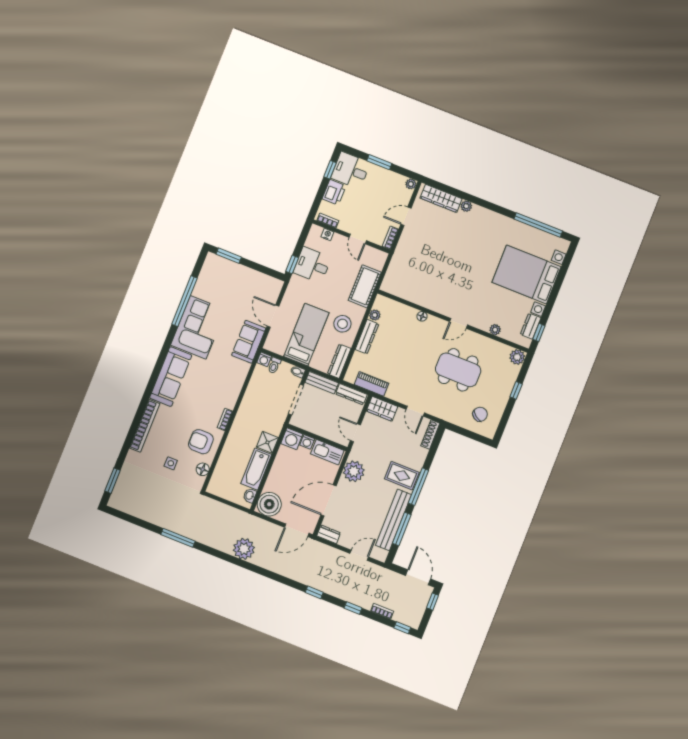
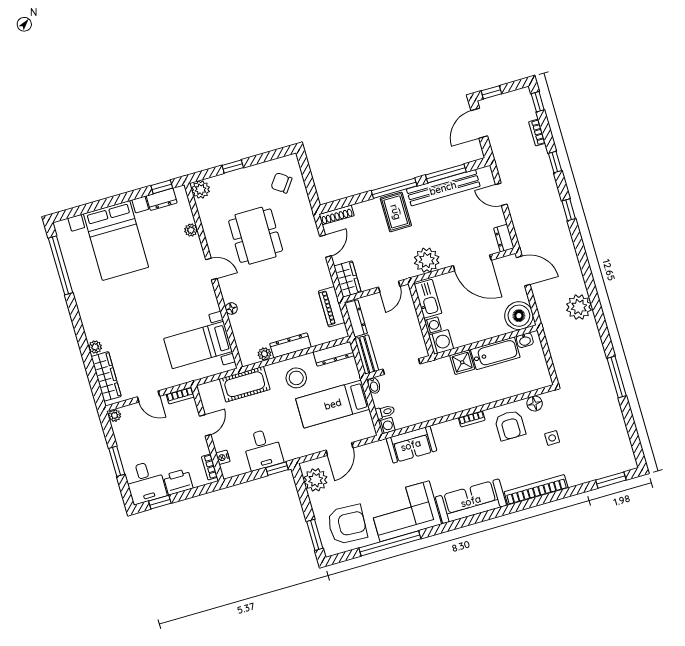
bed with nightstands: (415, 275) -> (198, 345), added
armchair: (219, 282) -> (347, 524), added
plant: (265, 284) -> (316, 480), added
sofa: (249, 342) -> (411, 445), moved

